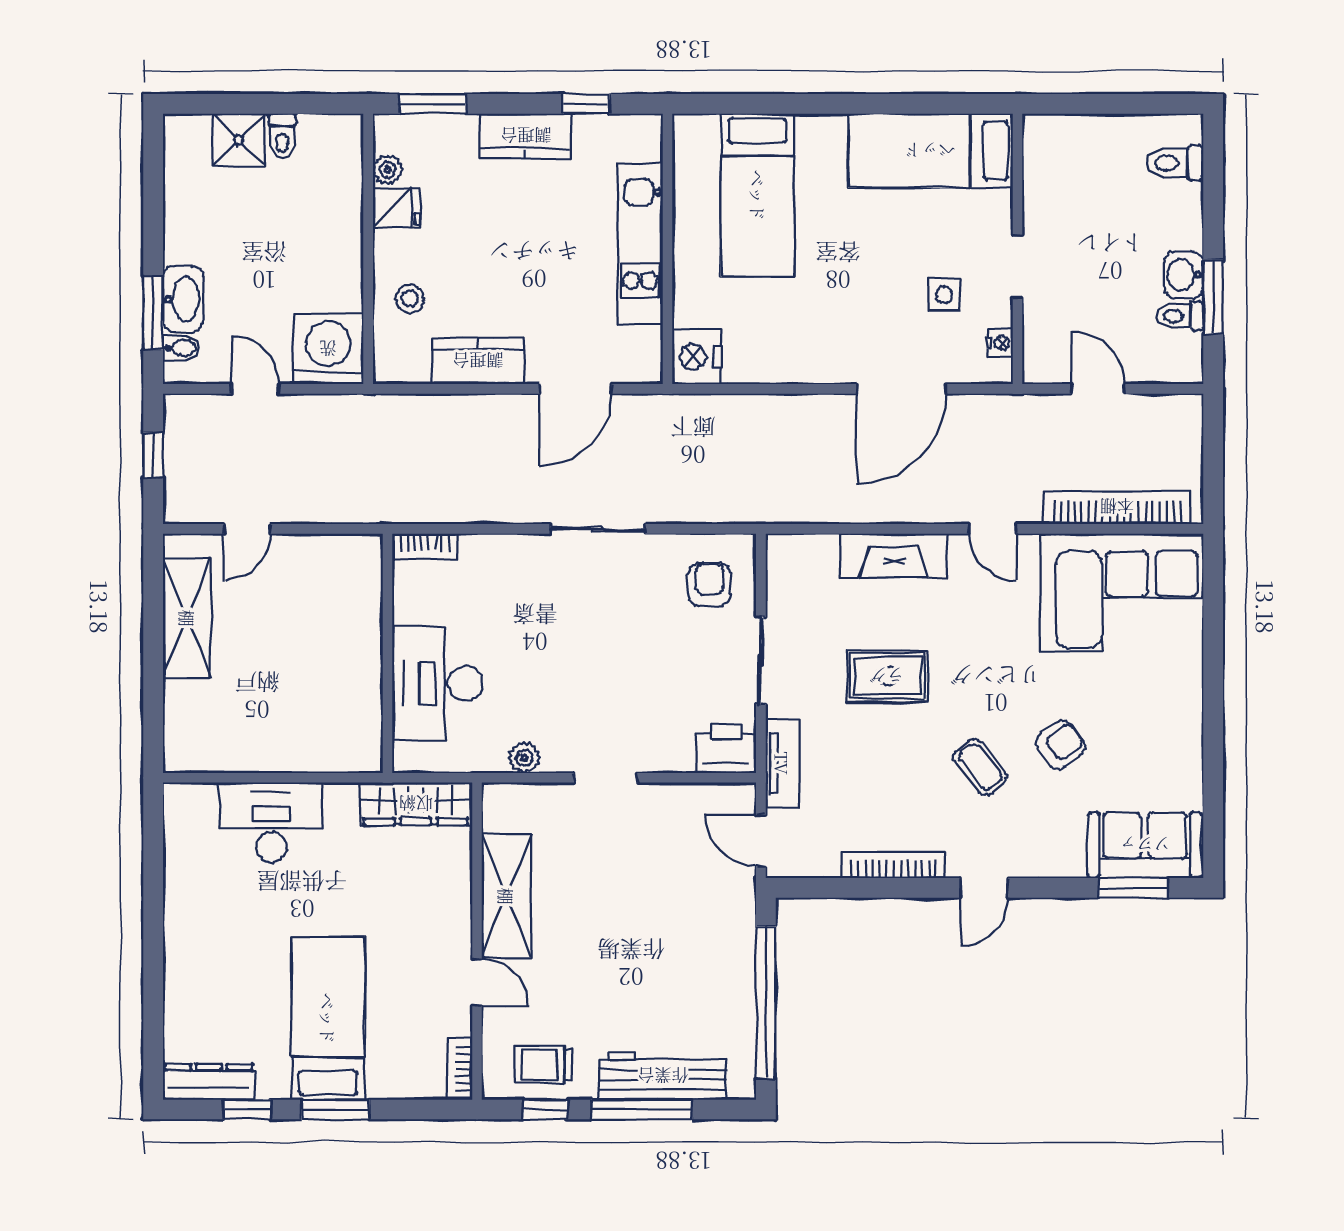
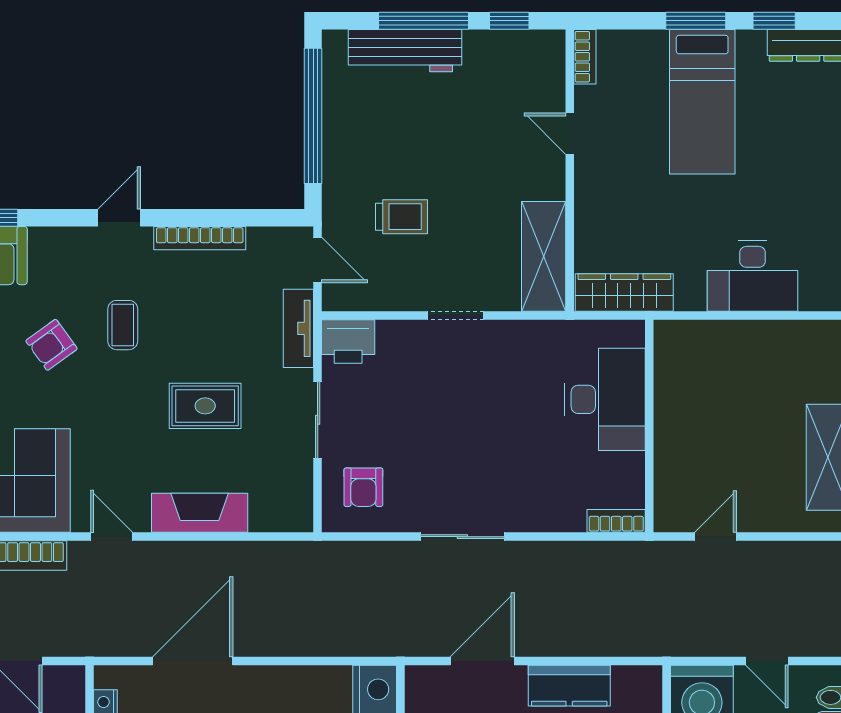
door: (247, 529) -> (716, 537), moved
plant: (524, 758) -> (528, 333), removed
coffee table: (980, 767) -> (123, 325), turned 39
shelving: (506, 896) -> (544, 256), moved
trolley: (543, 1065) -> (401, 217), moved

